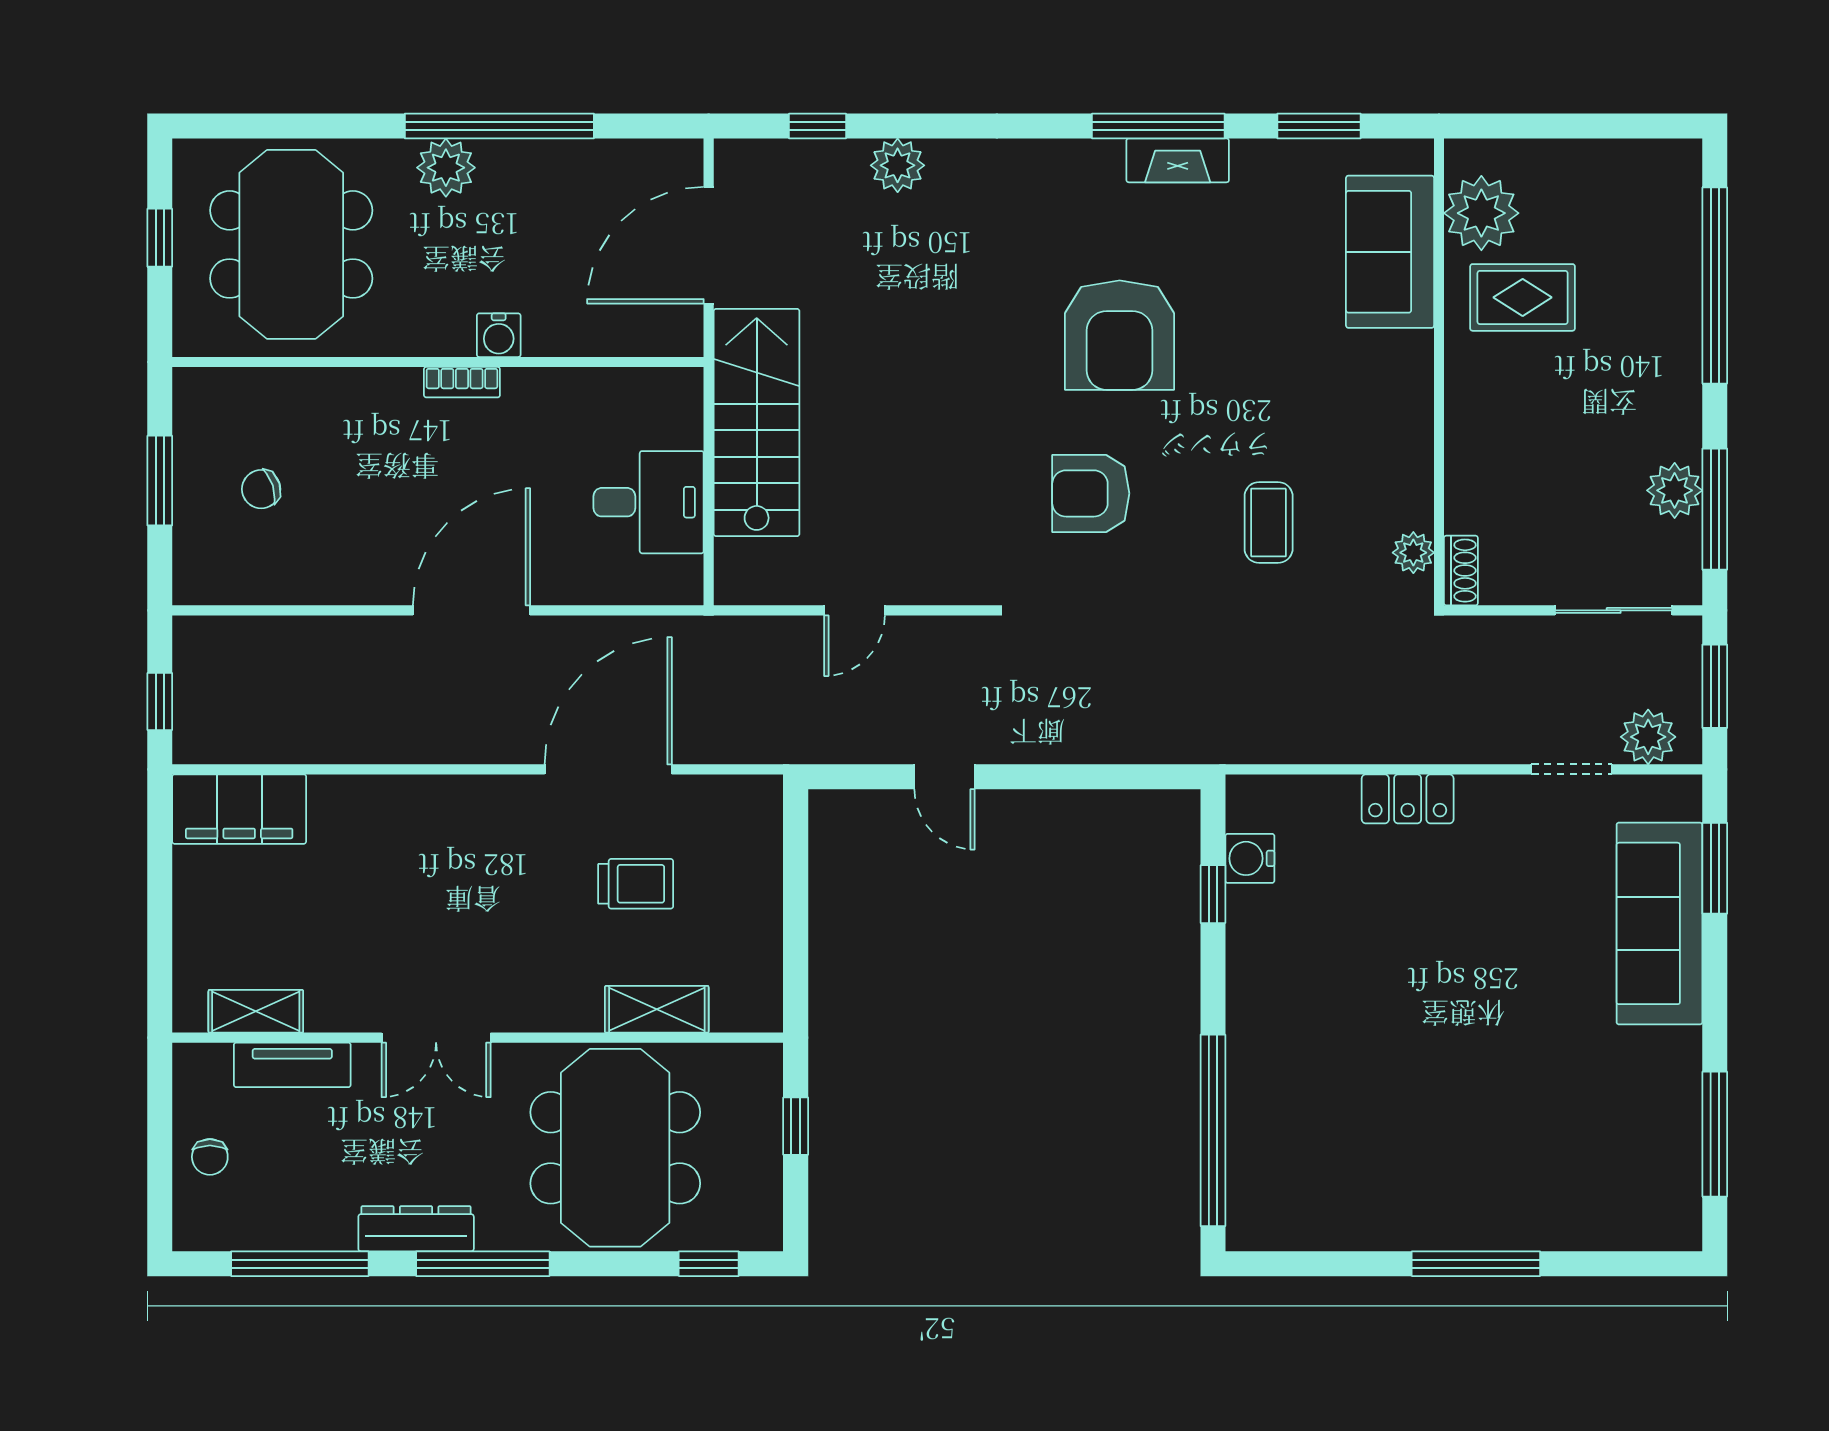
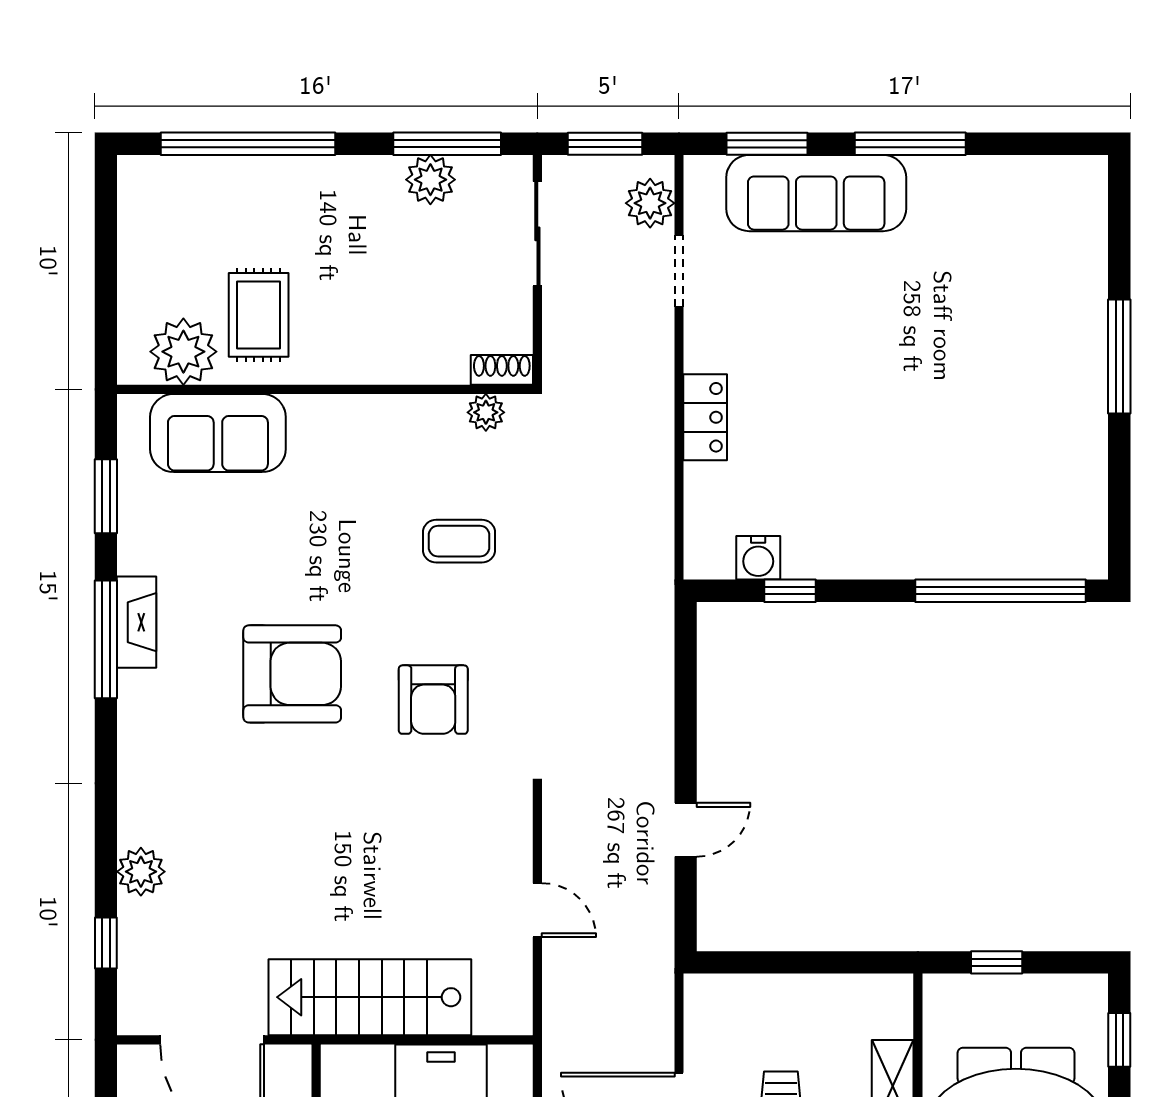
window: (1715, 1134) -> (910, 144), moved

